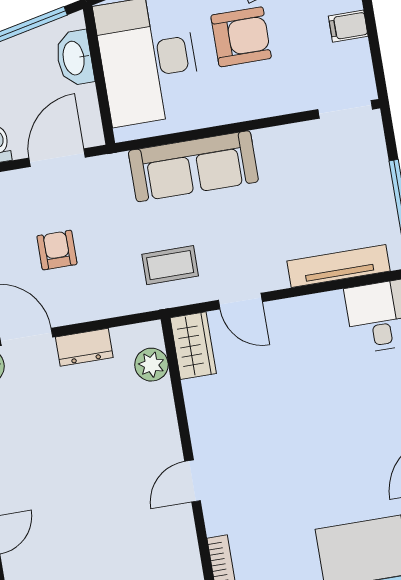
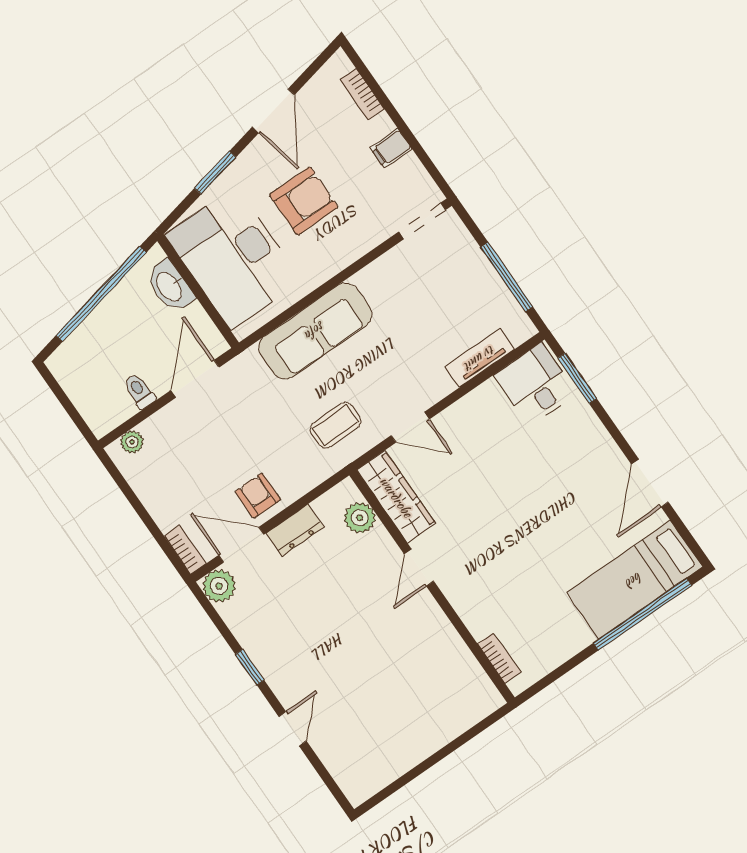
armchair: (57, 250) -> (258, 496), moved
tv unit: (339, 266) -> (480, 358), width x0.71
wardrobe: (193, 346) -> (396, 497), width x1.50
door: (193, 481) -> (419, 568), moved

